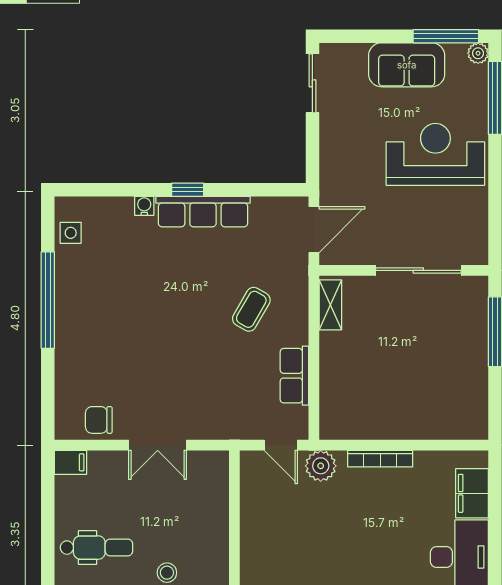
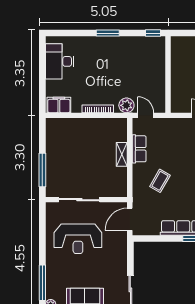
reception desk: (435, 154) -> (78, 239), moved
shelving: (330, 305) -> (122, 154), moved
filing cabinet: (472, 493) -> (59, 105), moved, turned -90

